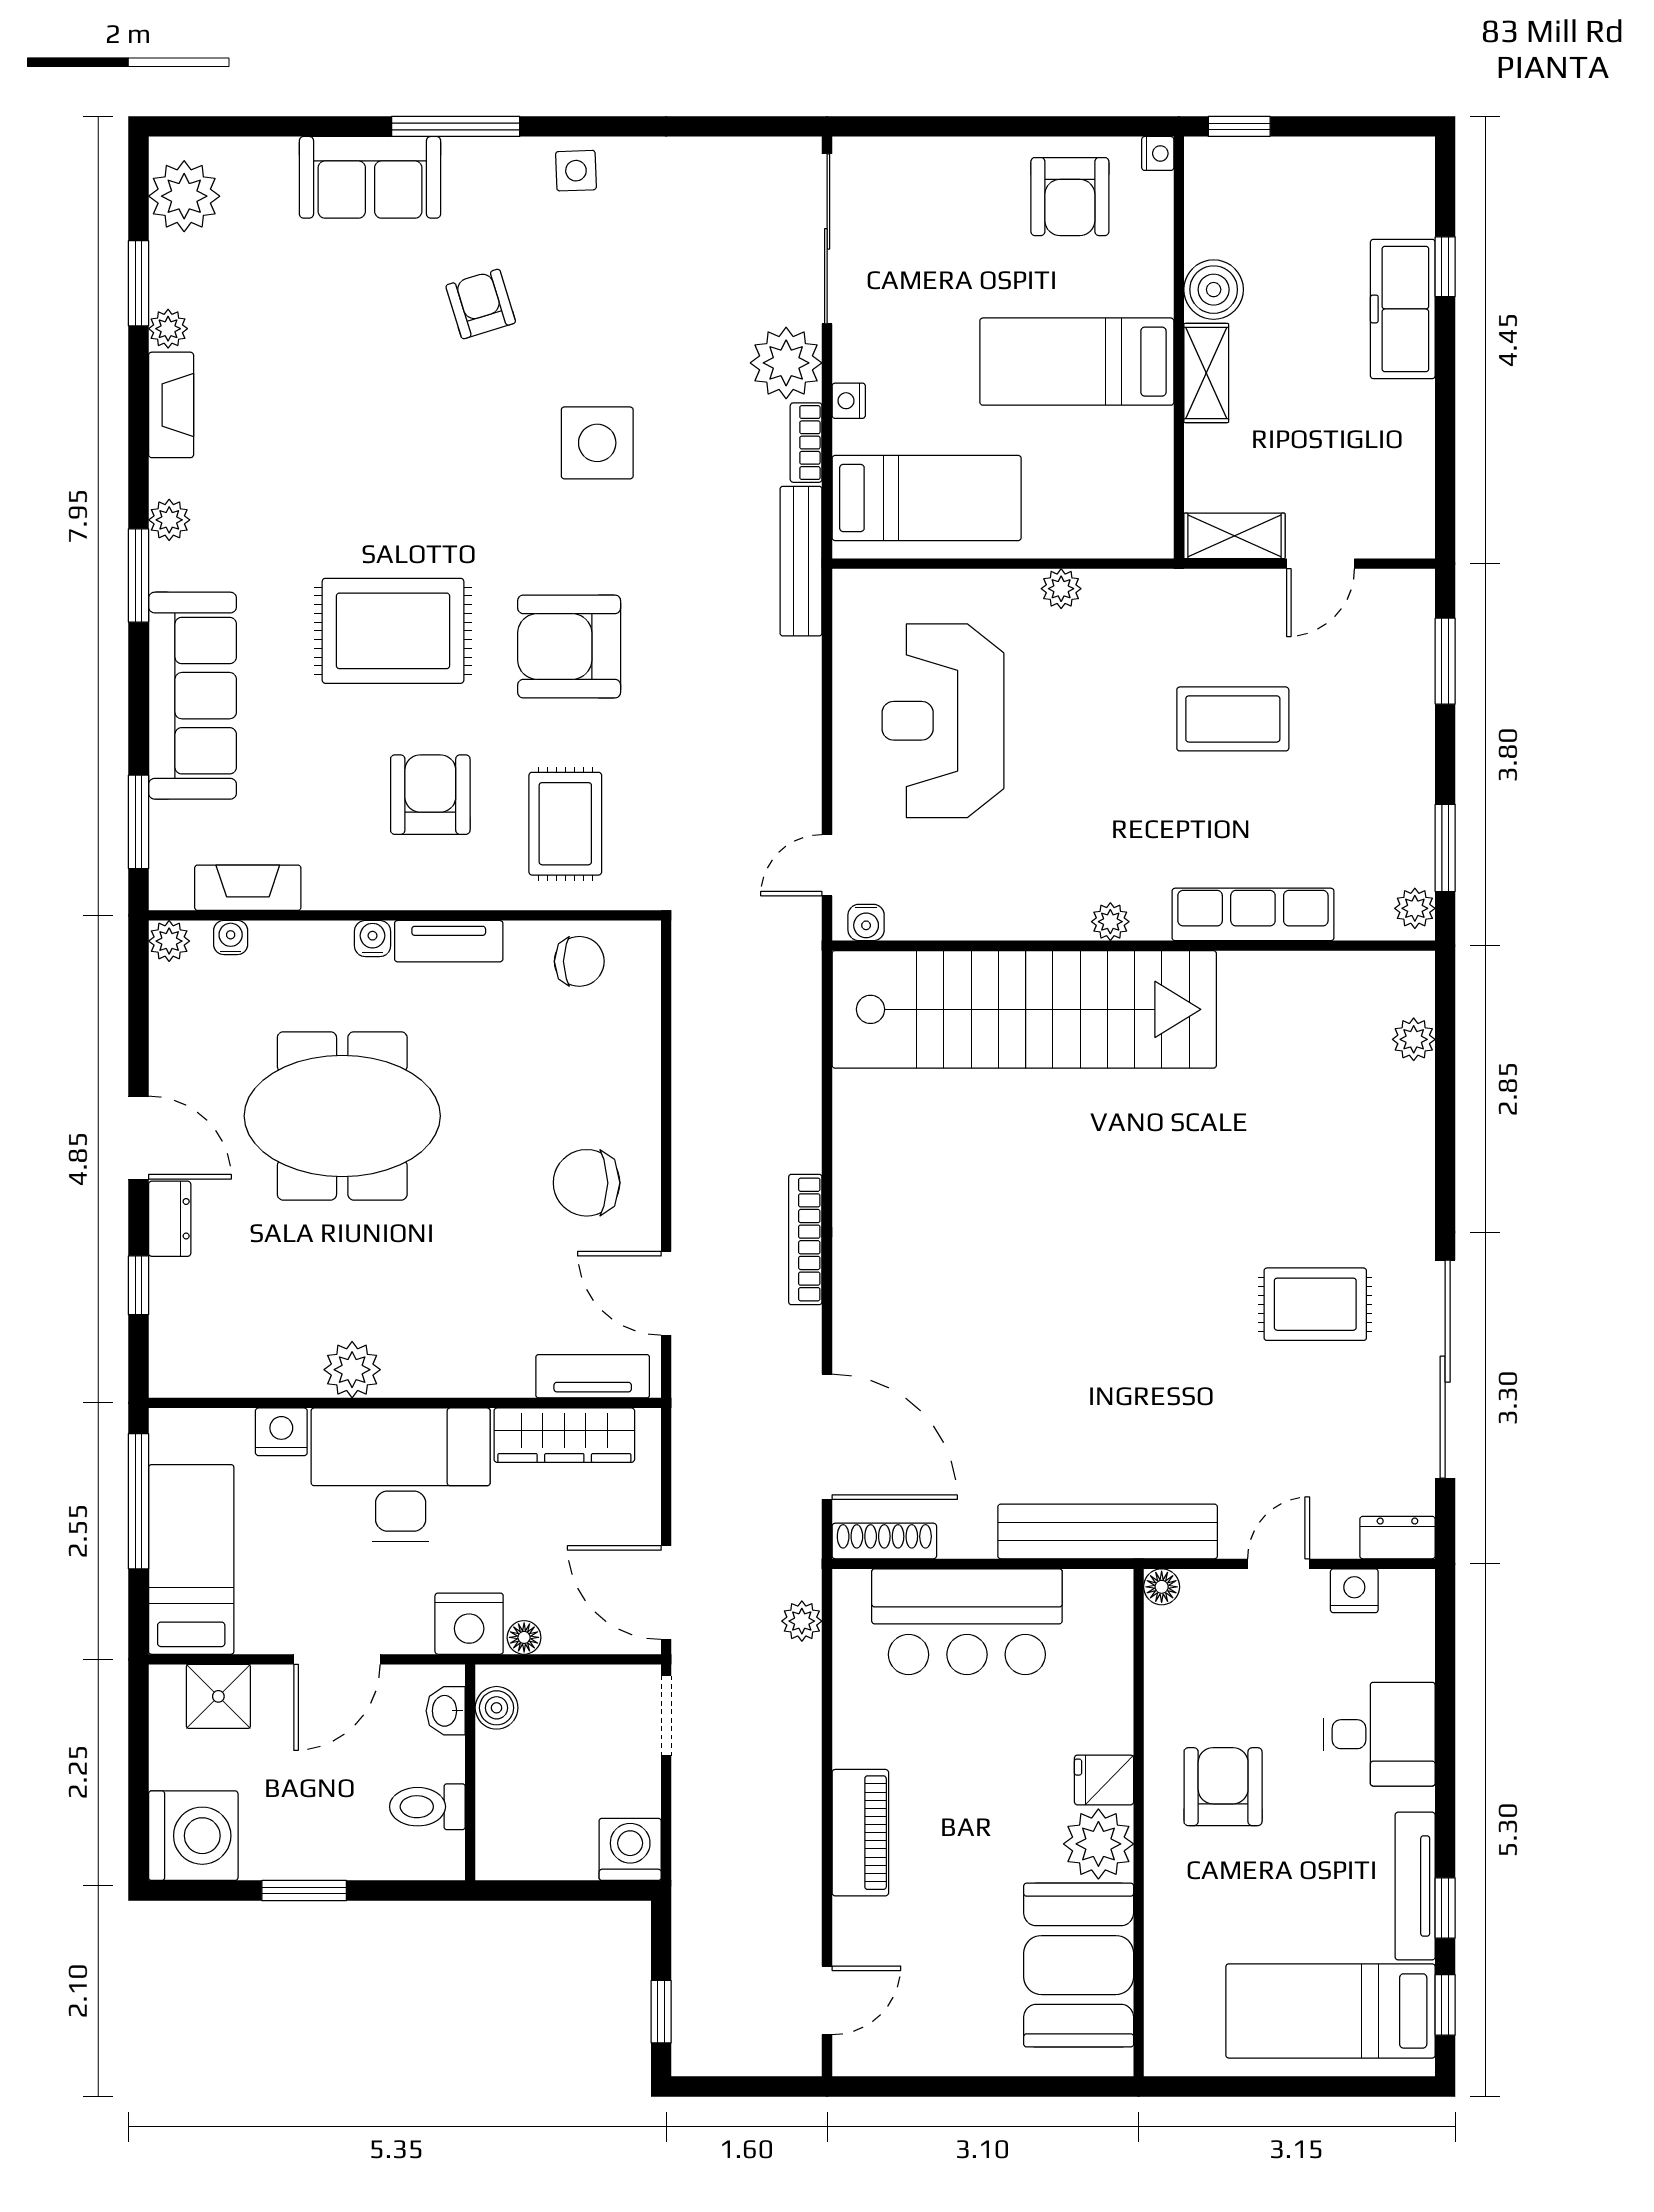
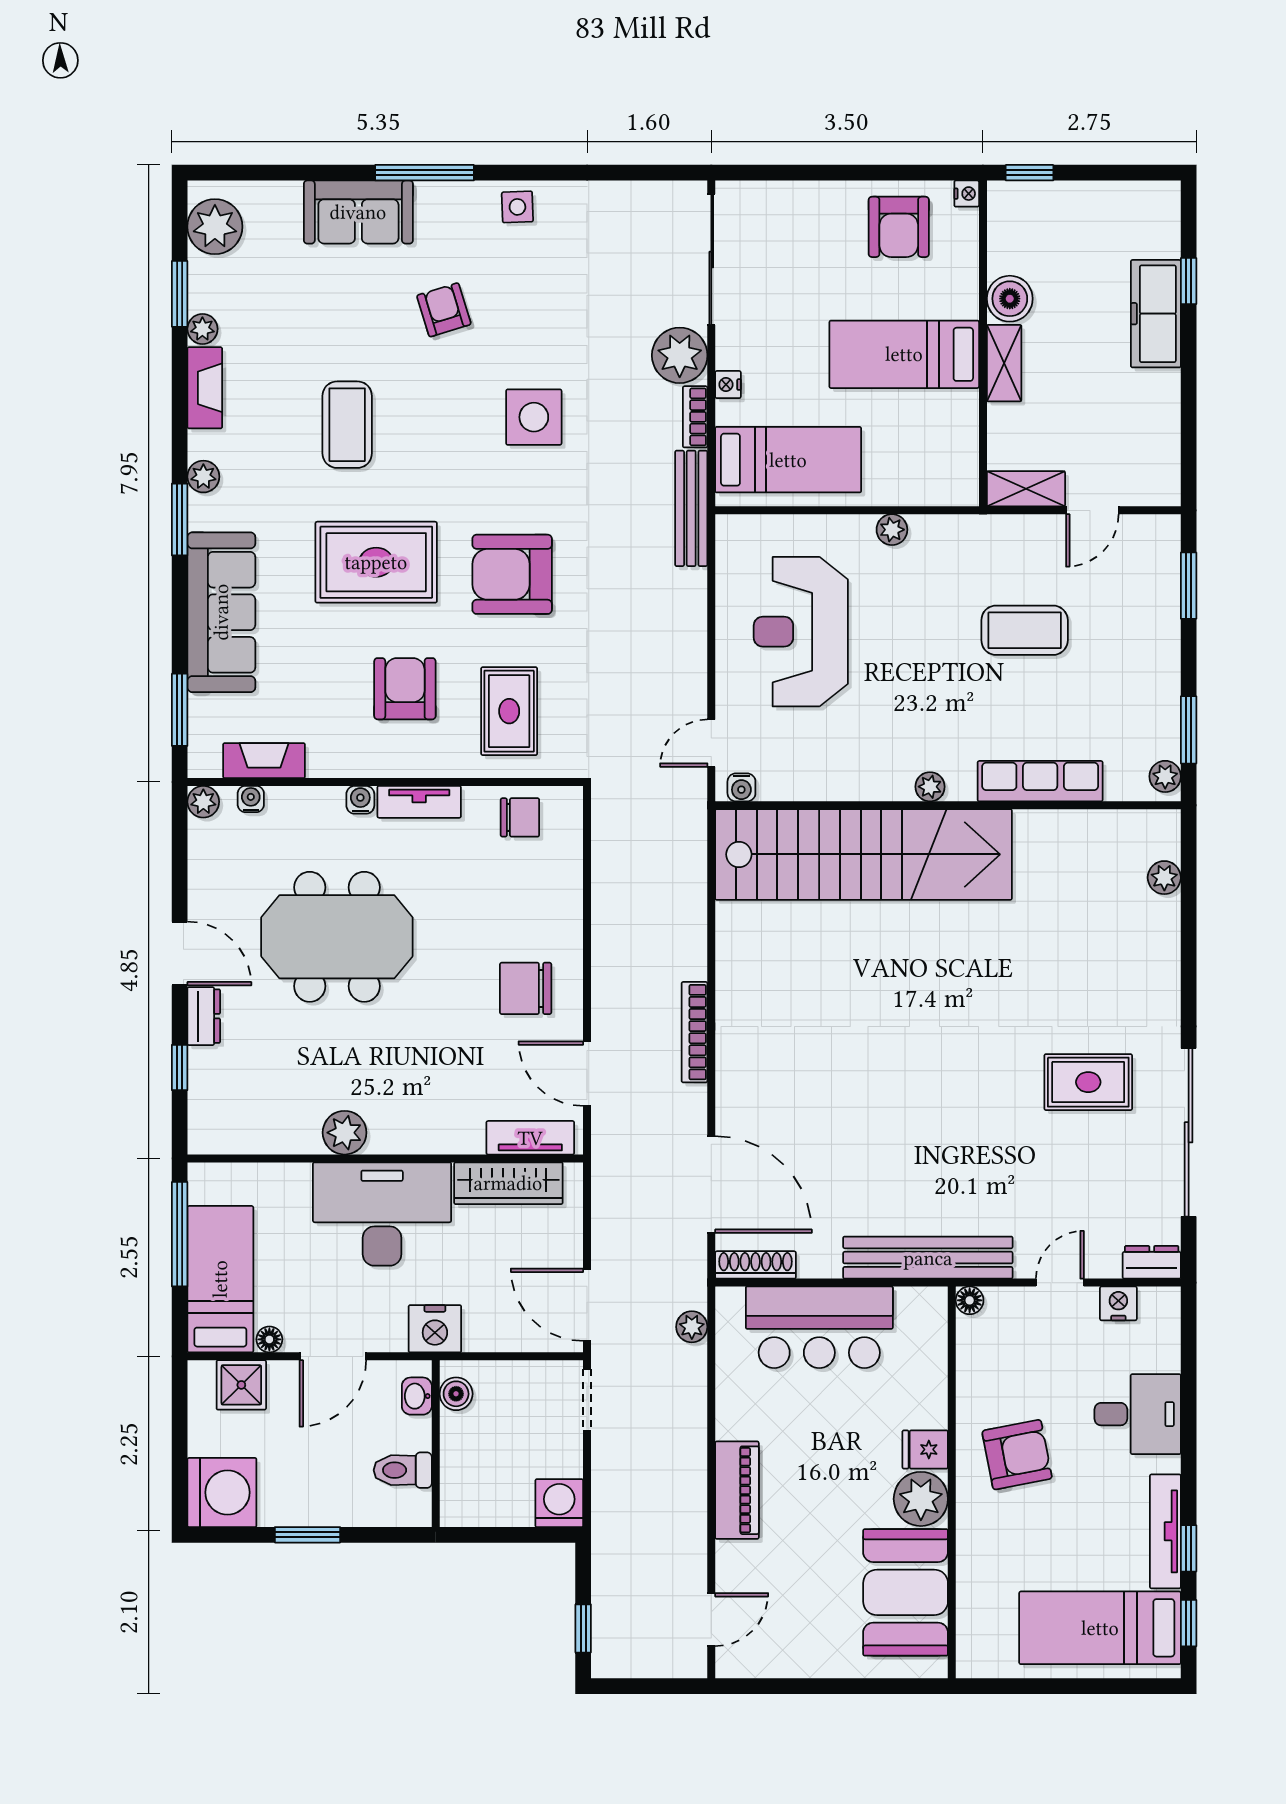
coffee table: (355, 453) -> (347, 425), added
nightstand: (281, 1432) -> (290, 1181), removed
floor lamp: (524, 1637) -> (269, 1339), moved
armchair: (1223, 1787) -> (1017, 1455), turned 79

